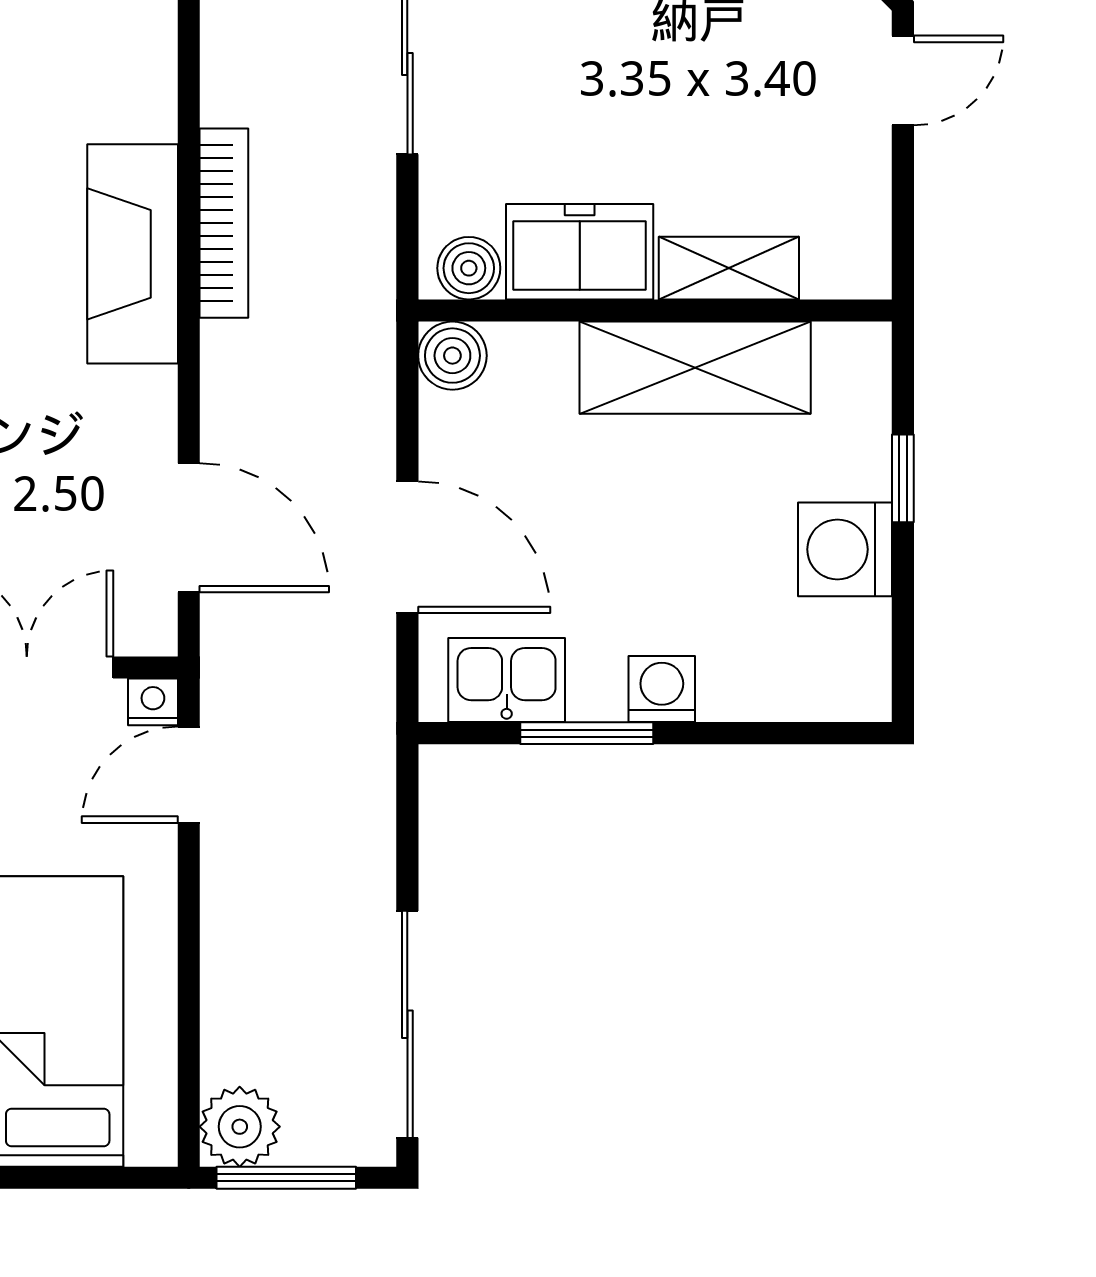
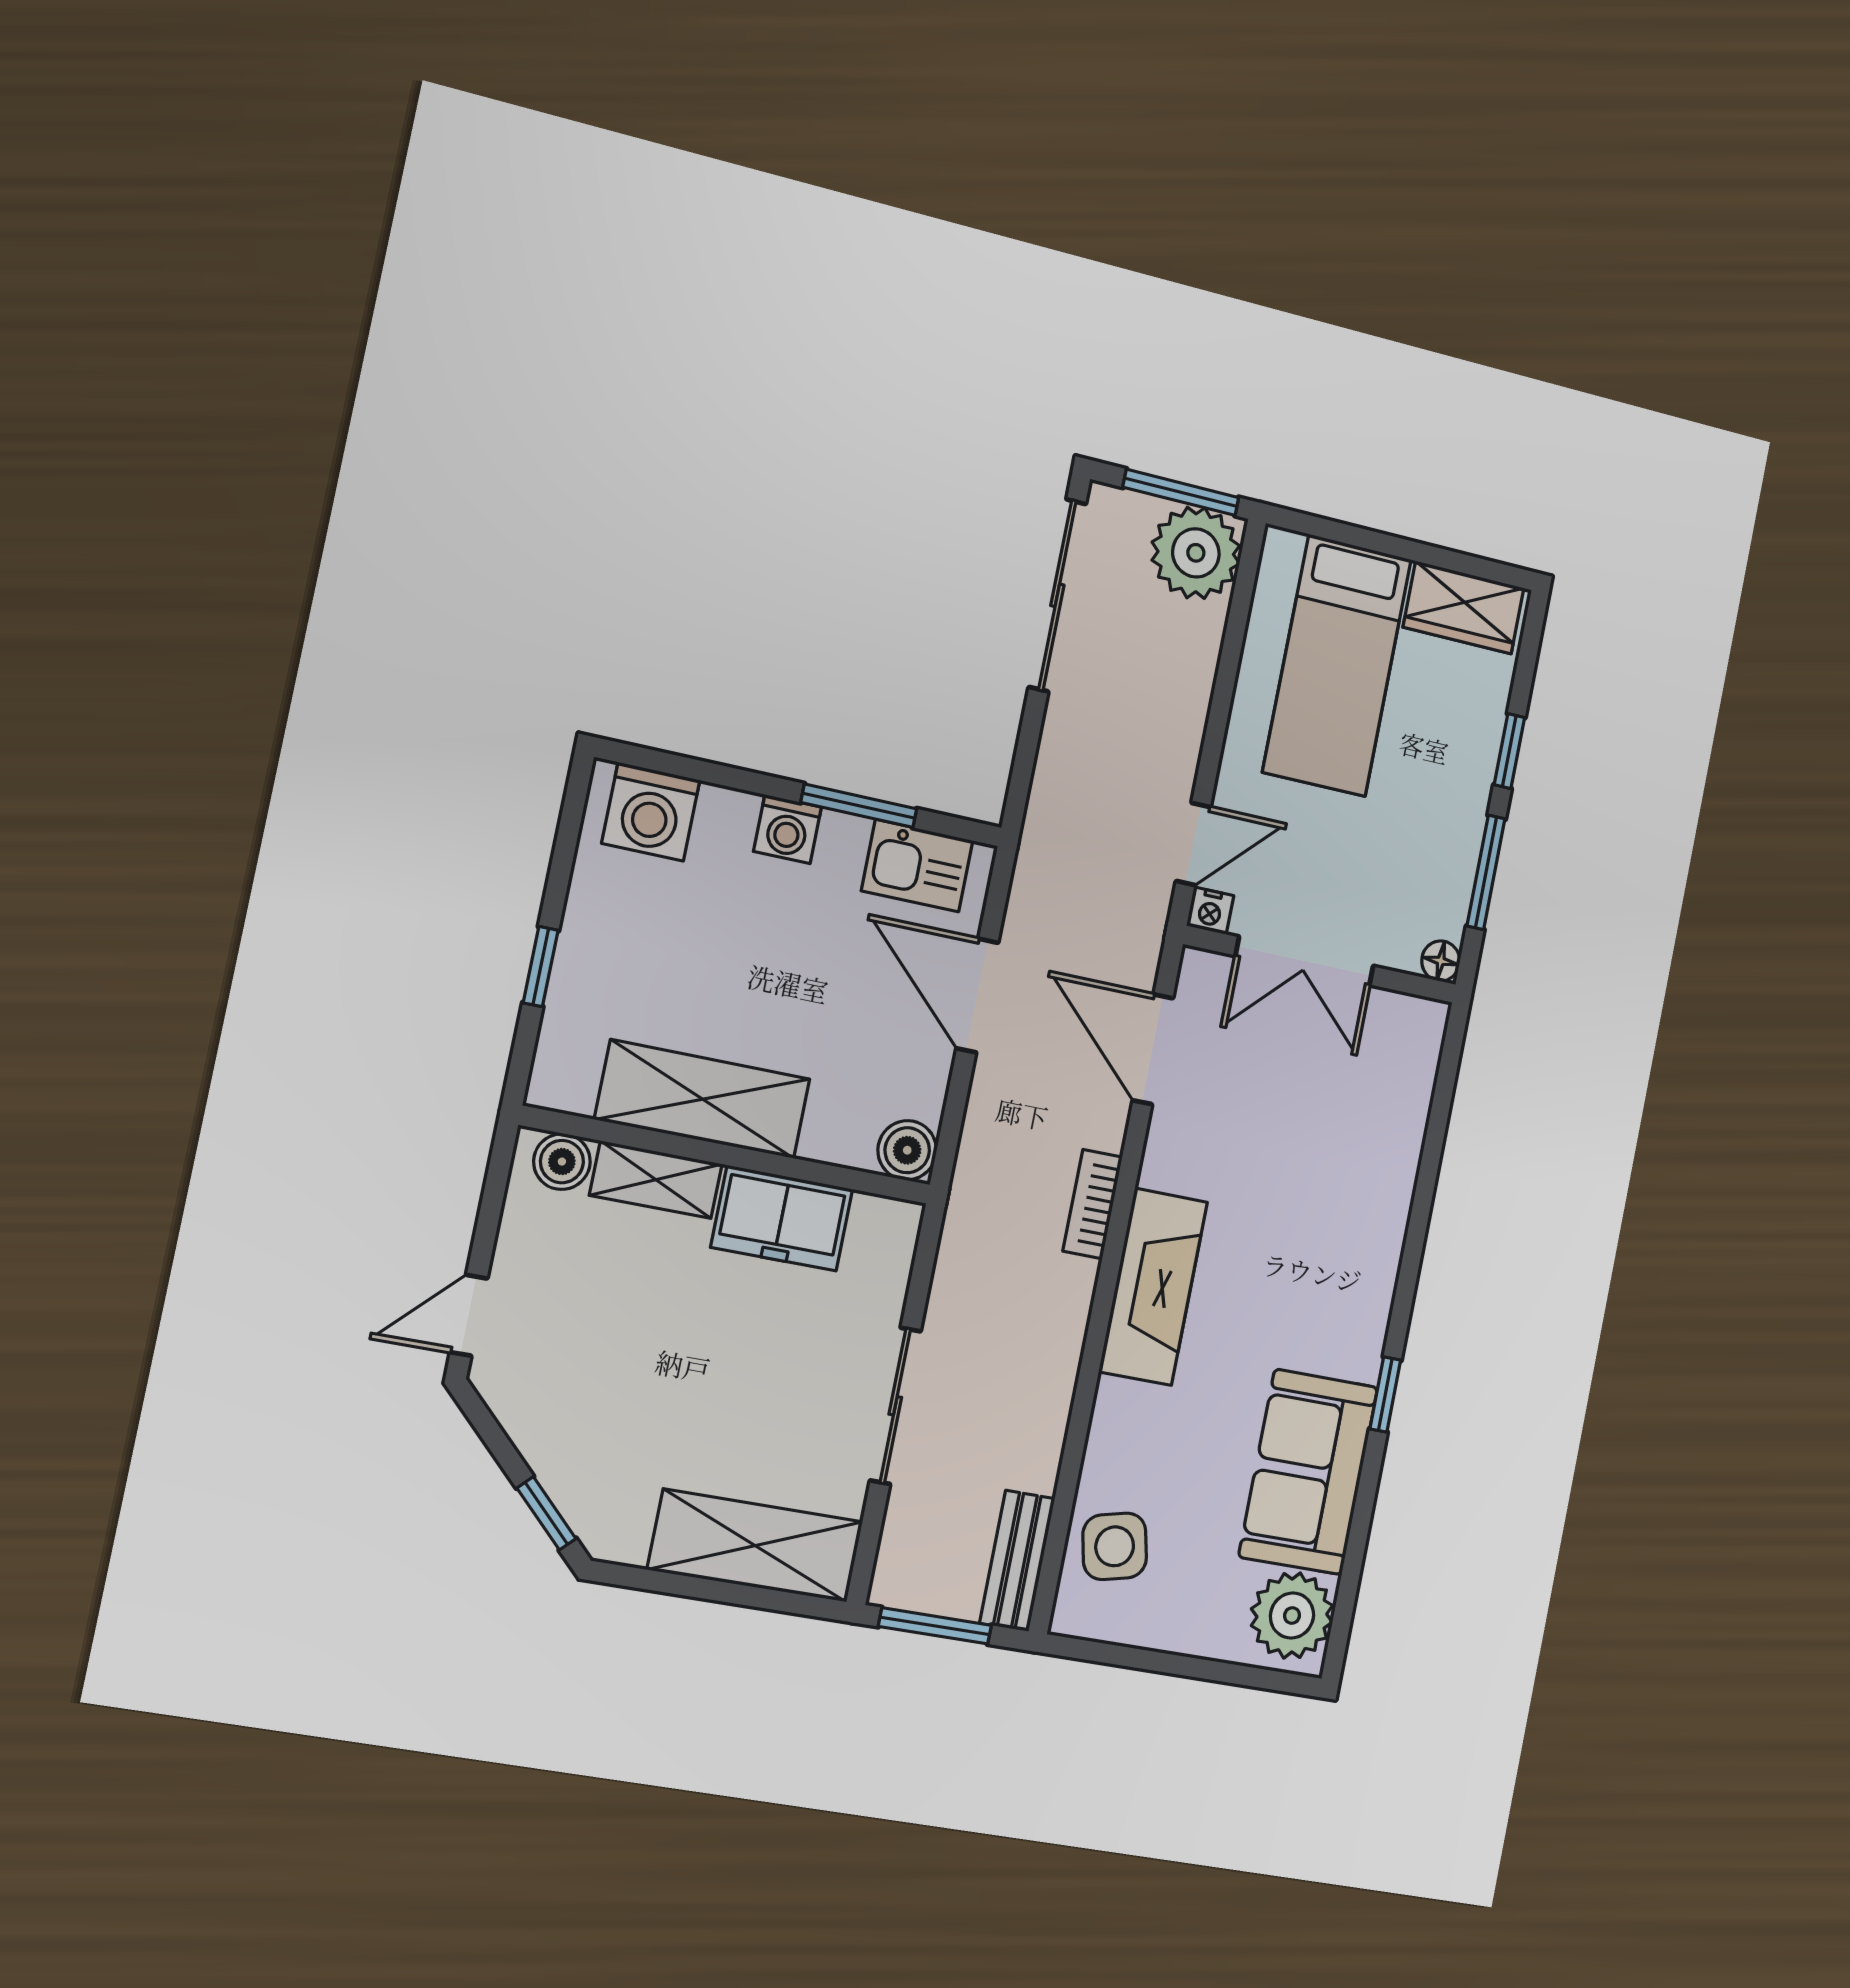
bookcase: (224, 223) -> (1093, 1204), moved, width x0.64
boiler: (469, 268) -> (562, 1162), moved
washing machine: (845, 549) -> (651, 812), moved, turned 90
plant: (240, 1127) -> (1196, 553), width x1.36, depth x1.36

